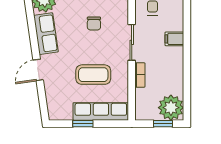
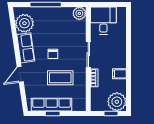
chair: (94, 23) -> (53, 54), moved
filing cabinet: (174, 39) -> (119, 74), moved
row of seats: (101, 111) -> (52, 105), moved

